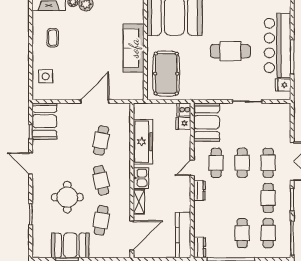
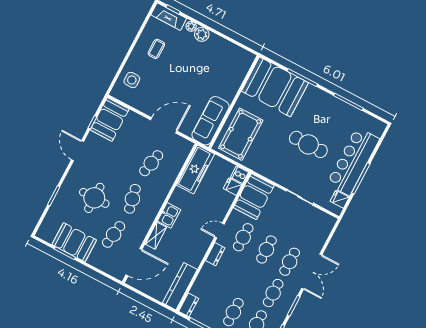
sofa: (134, 48) -> (211, 121), moved
freezer: (143, 142) -> (196, 170), moved

